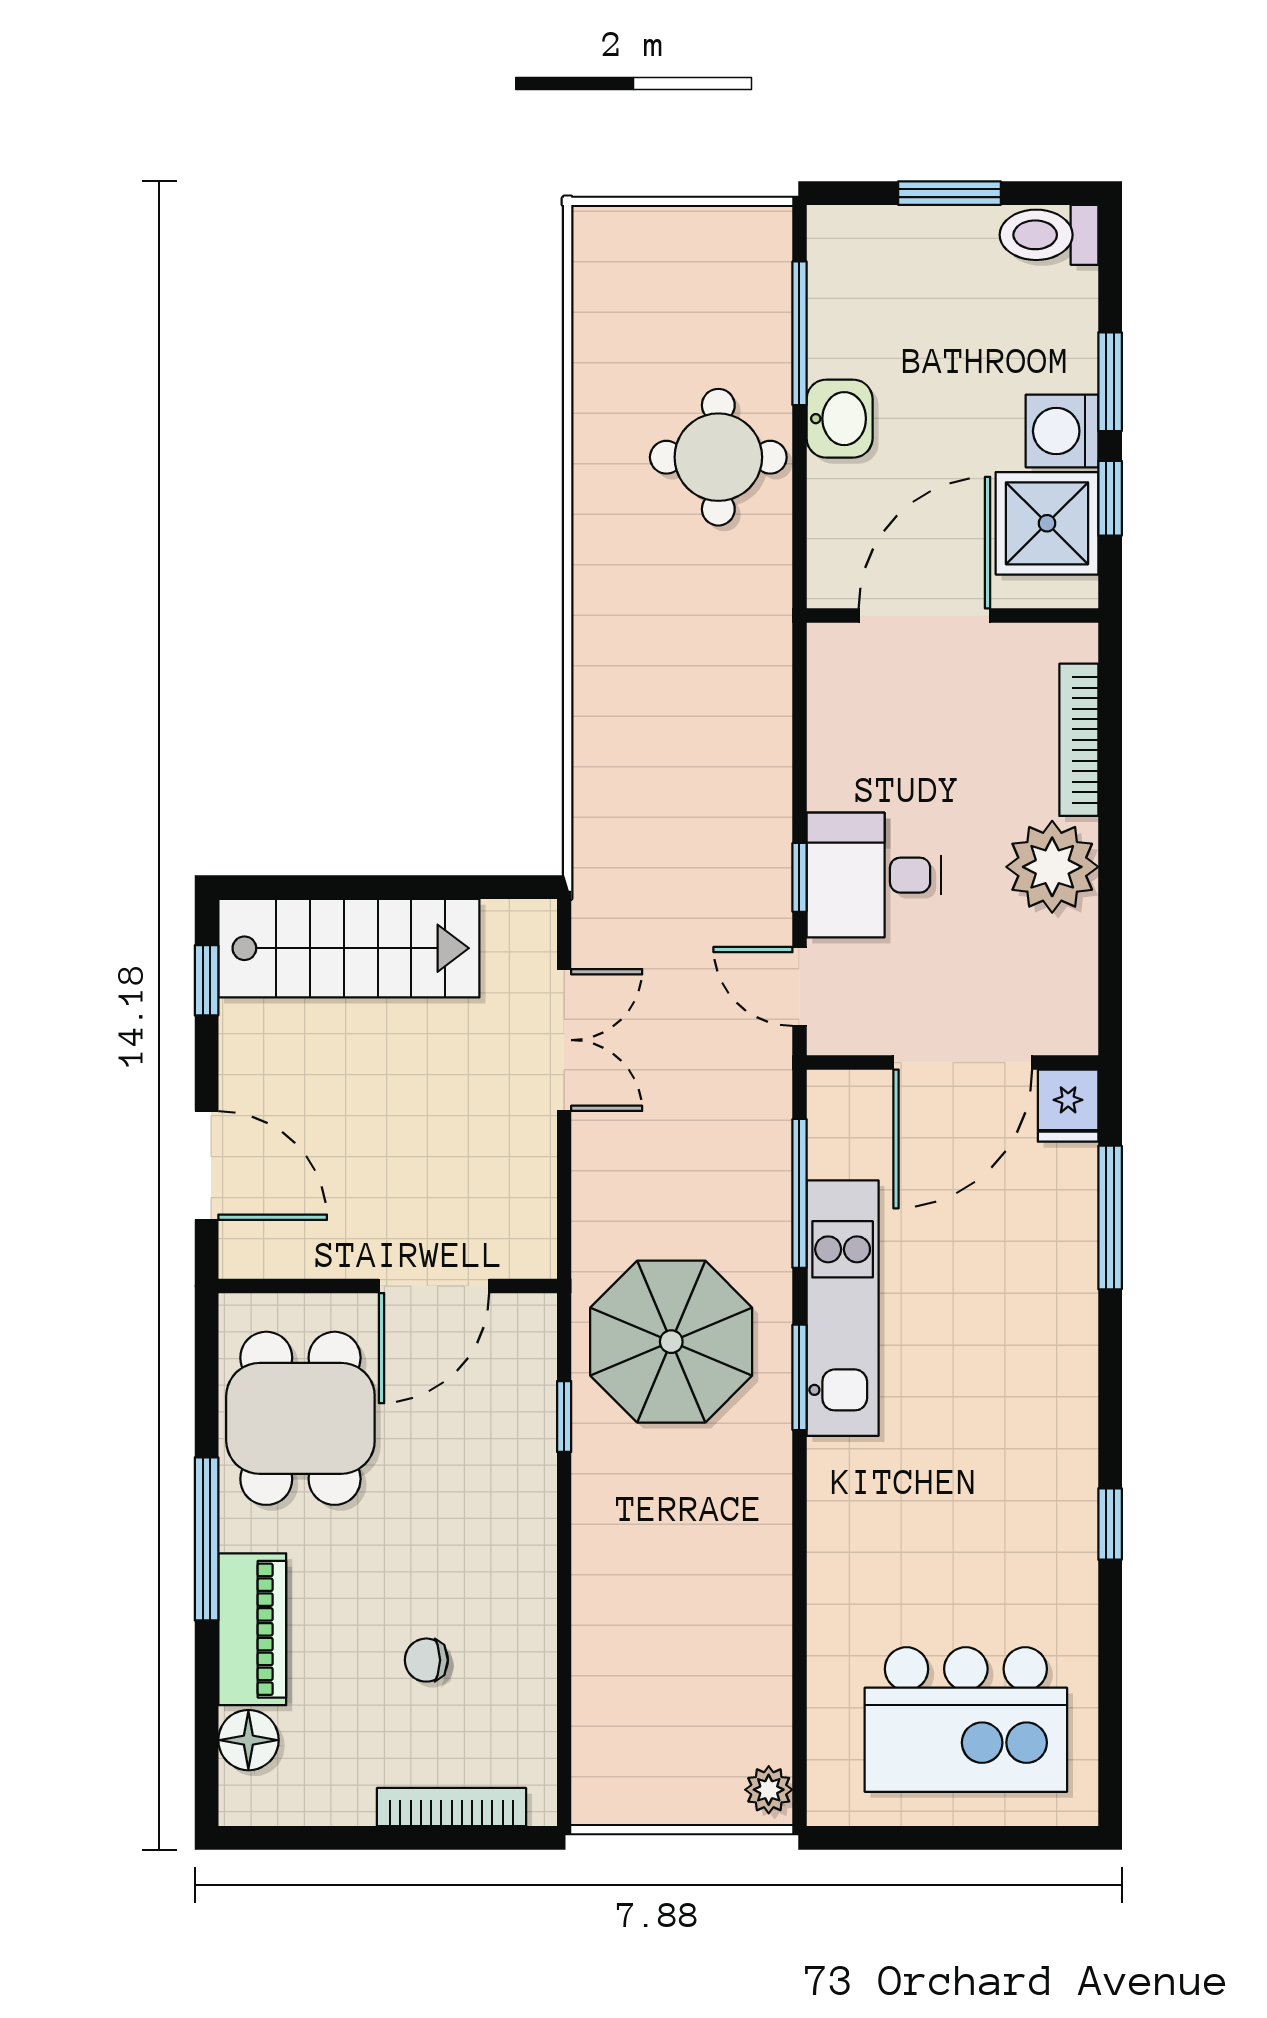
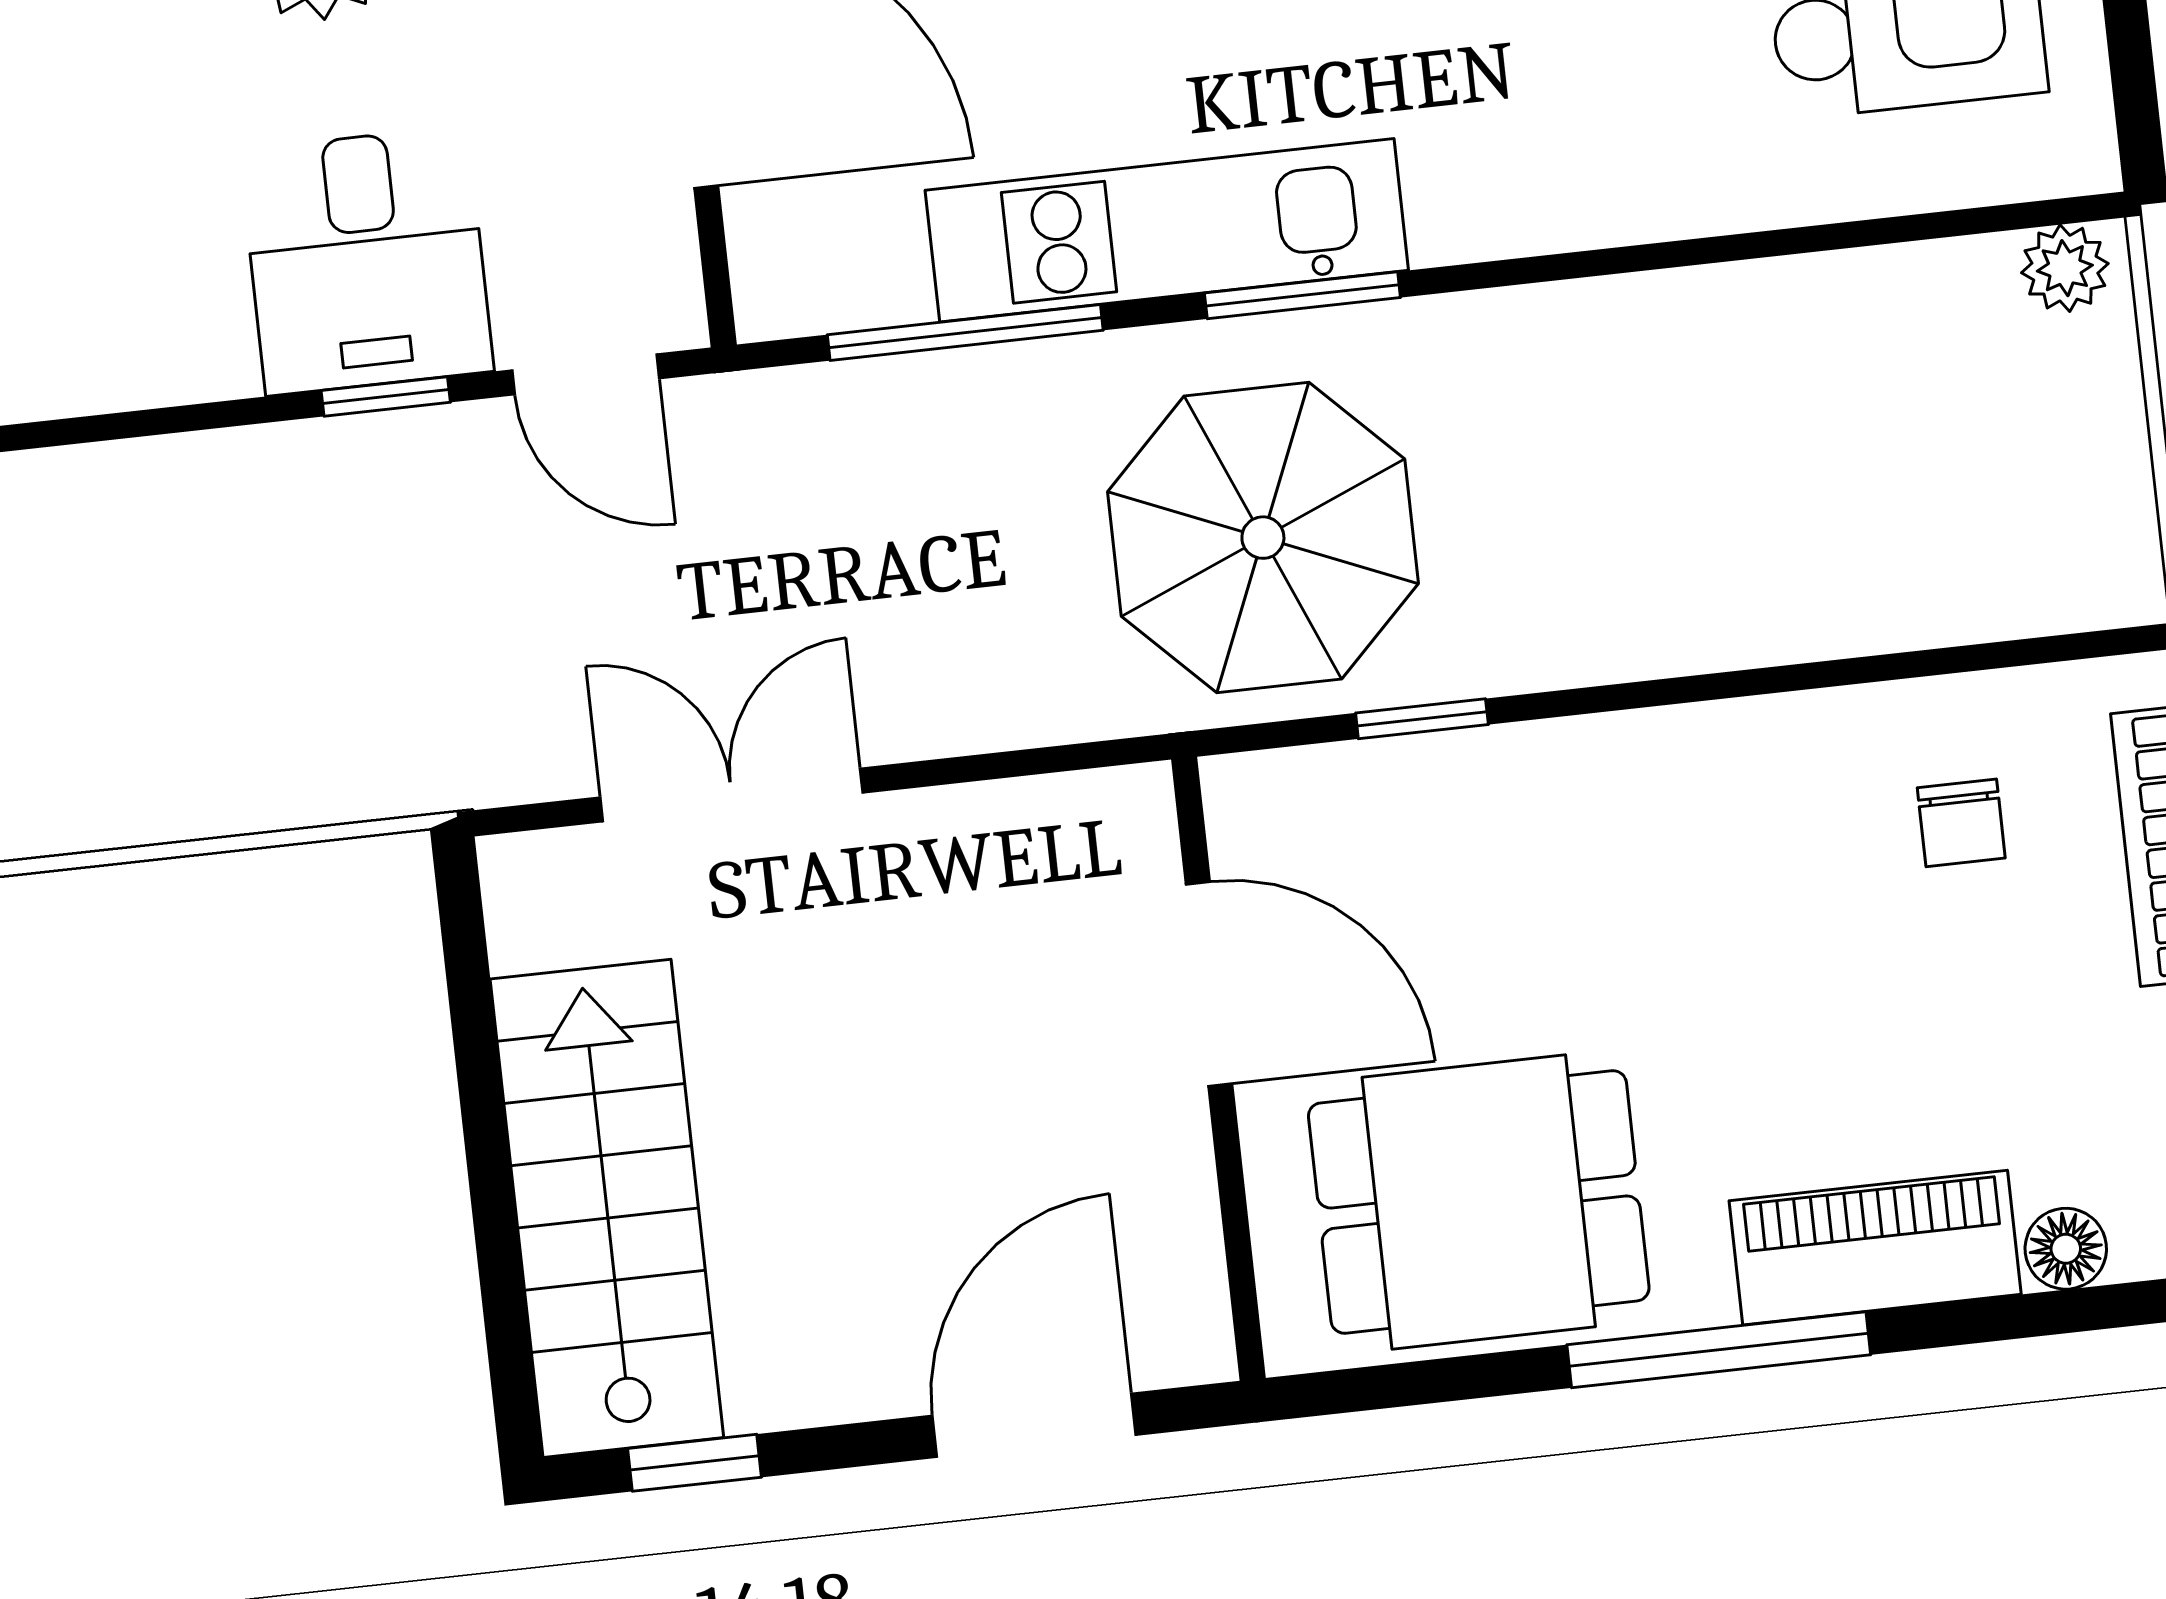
door: (799, 986) -> (586, 374), hinge flipped
chair: (426, 1660) -> (1961, 823), moved
floor lamp: (248, 1740) -> (2066, 1249), width x0.73, depth x0.73

